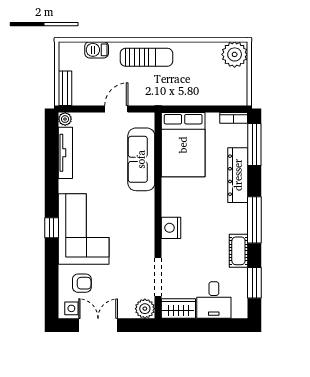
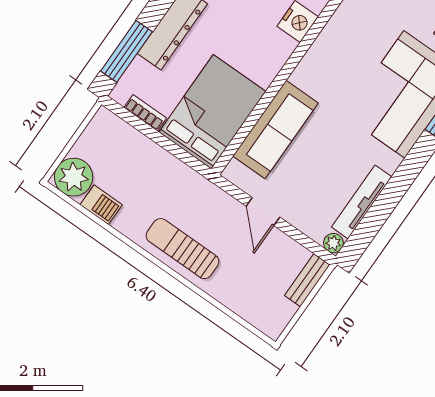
barbecue: (97, 50) -> (101, 205), moved
door: (116, 109) -> (263, 212), hinge flipped
bookcase: (234, 118) -> (145, 113), moved

